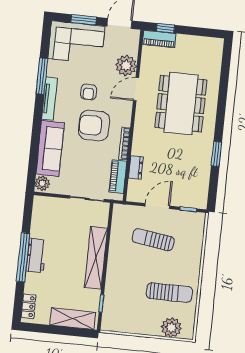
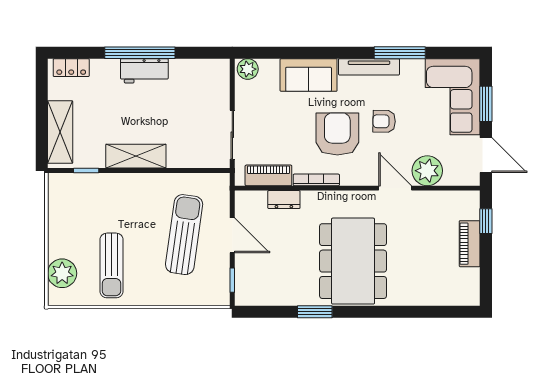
piano: (159, 39) -> (470, 244), moved
dining table: (181, 104) -> (353, 261), moved, turned 90
sofa: (50, 148) -> (309, 75), width x0.73
sun lounger: (153, 240) -> (184, 235), width x1.36, depth x1.34
shelving: (96, 258) -> (136, 156), width x0.68

